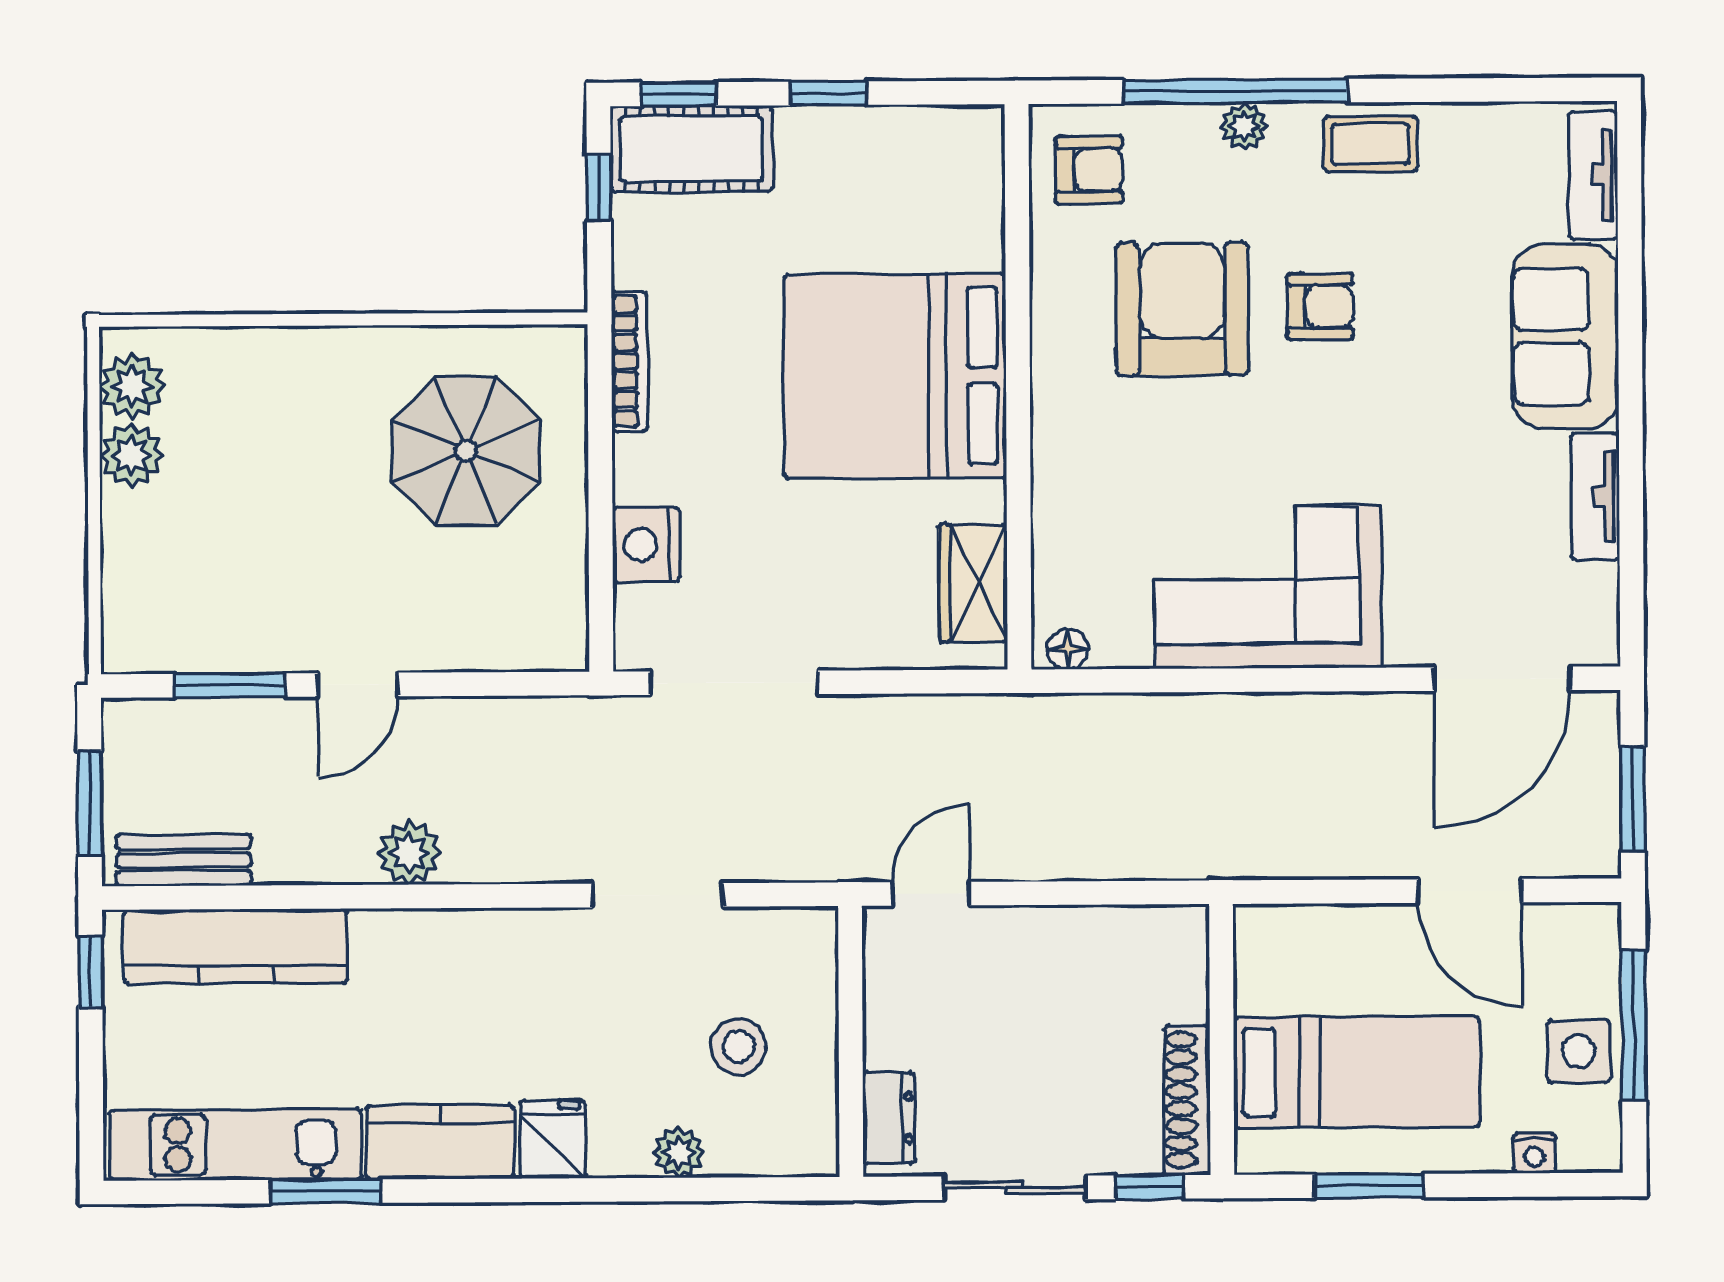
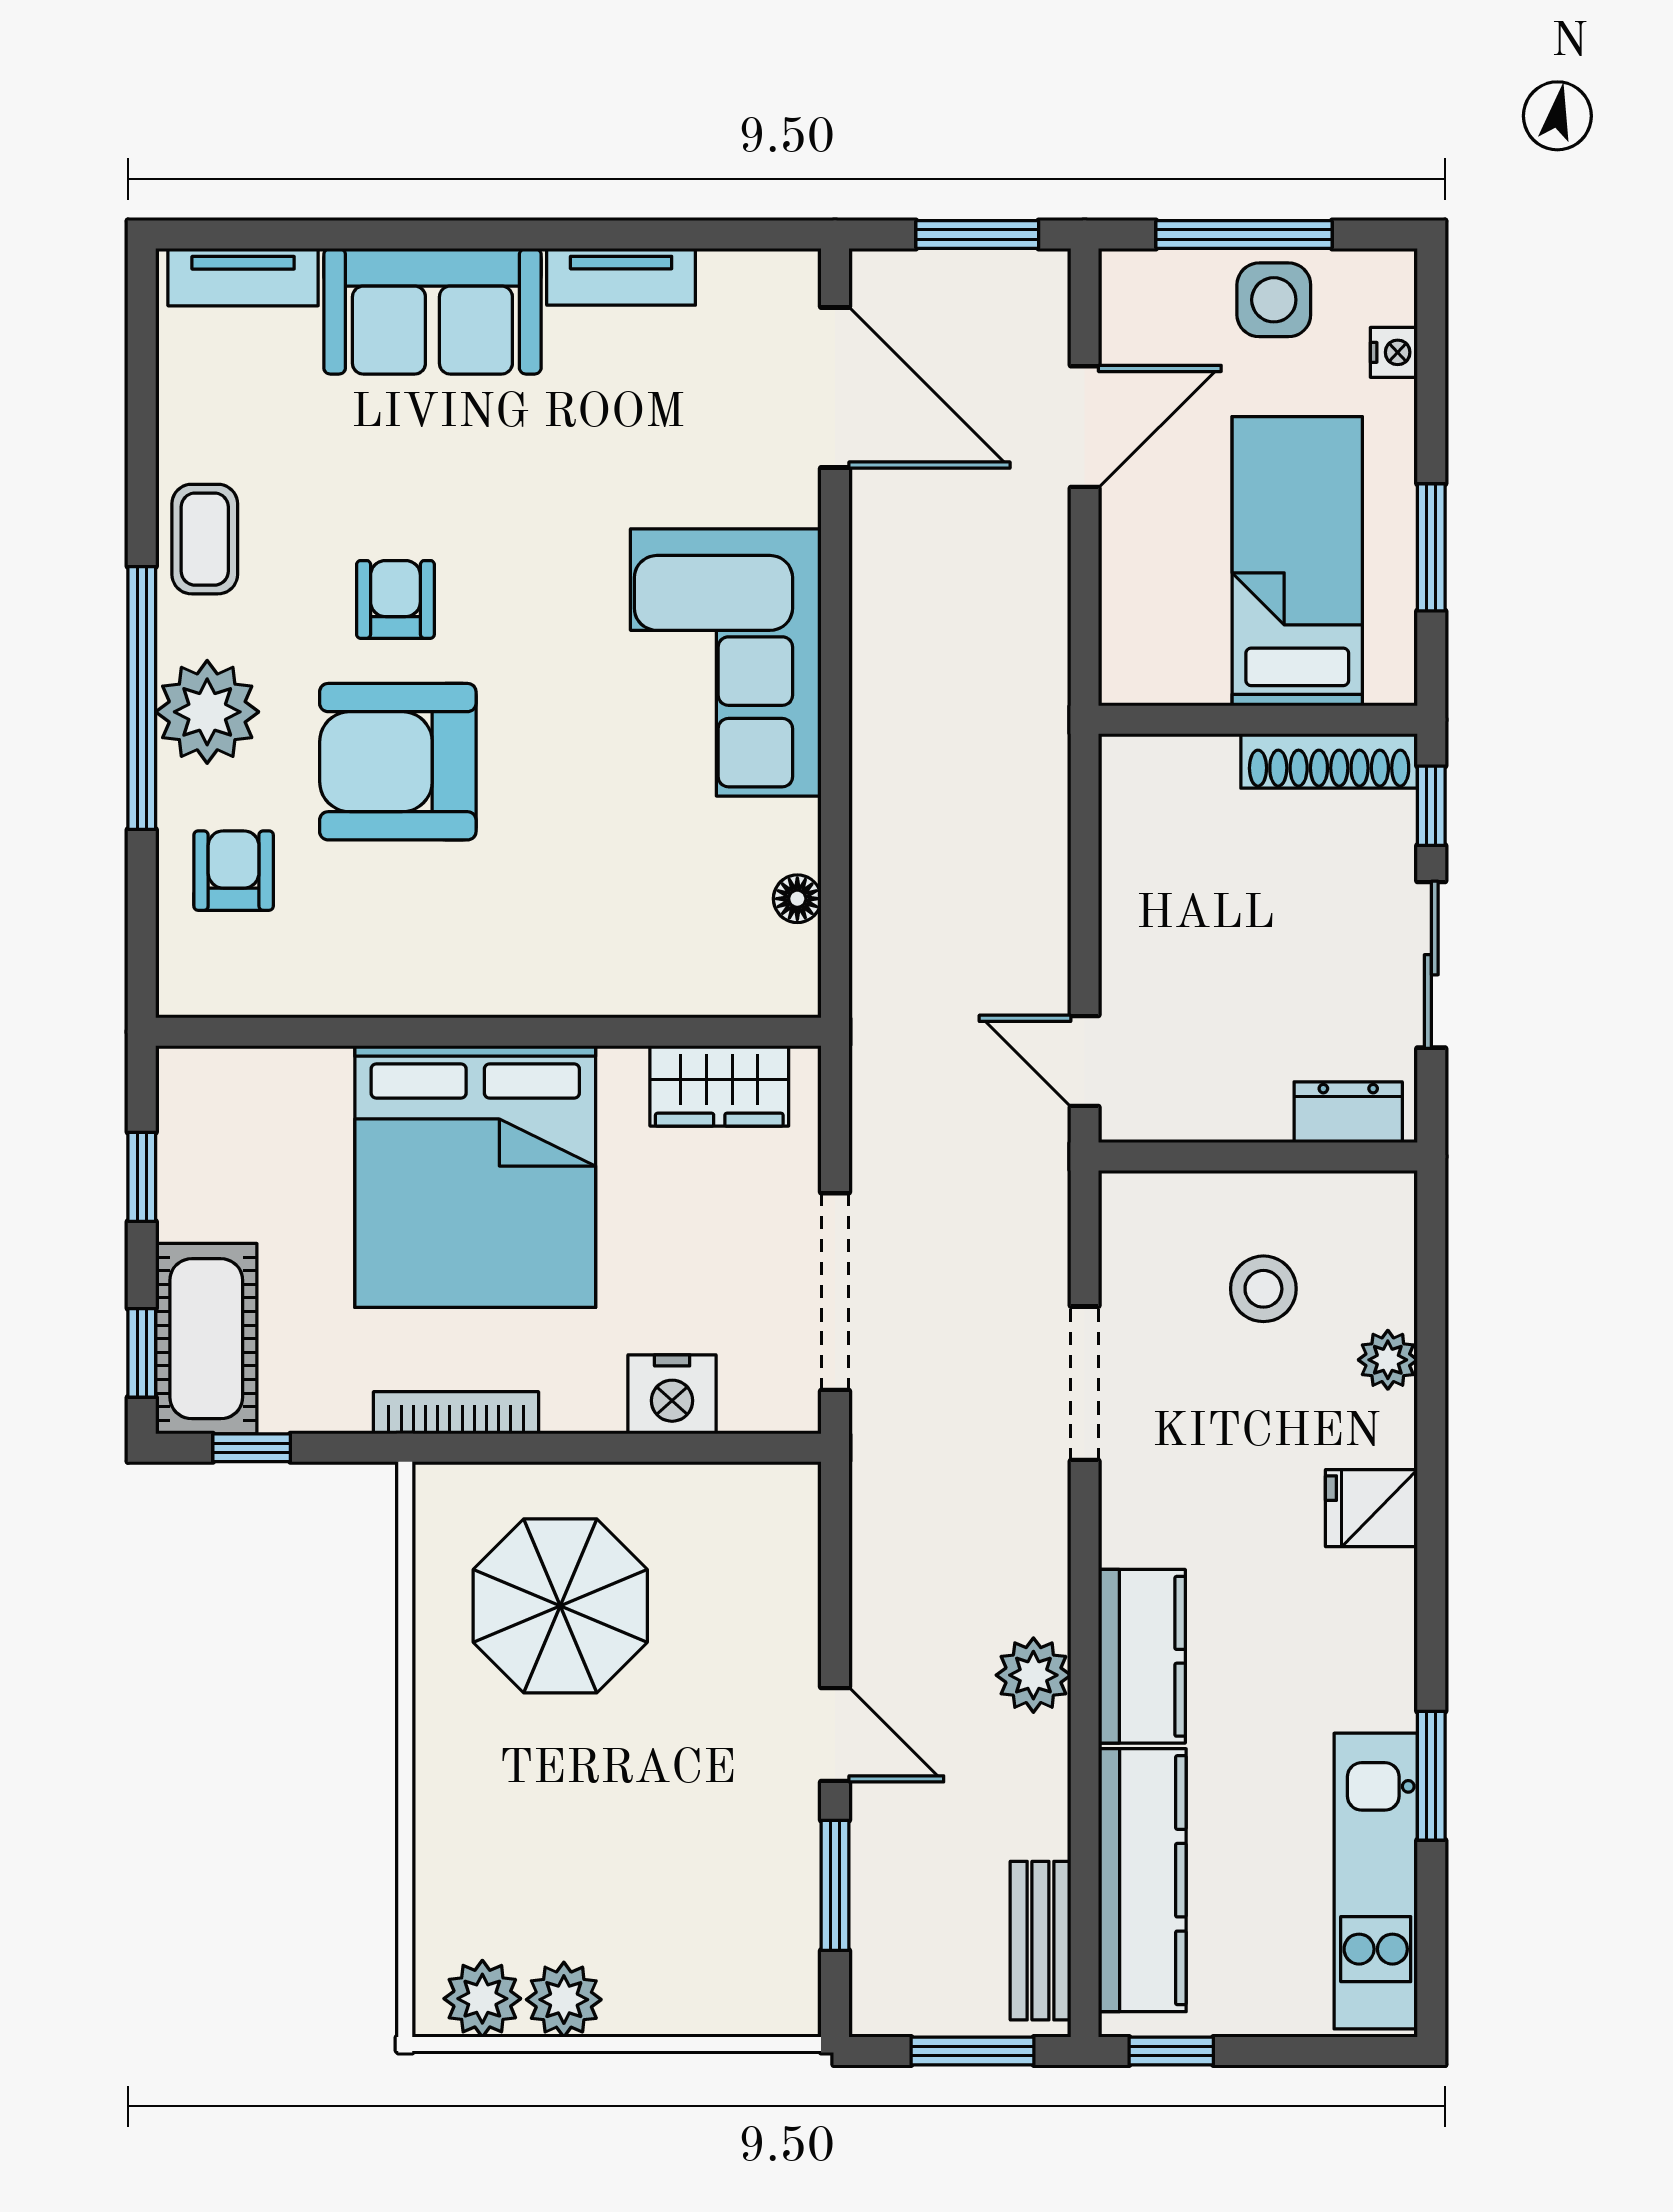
plant: (1244, 126) -> (207, 712), width x1.88, depth x1.88
bed: (895, 376) -> (475, 1177), moved
wall: (1018, 387) -> (488, 1032), moved
wardrobe: (973, 583) -> (719, 1086), moved
kitchen counter: (440, 1142) -> (1142, 1656), moved, turned 180

